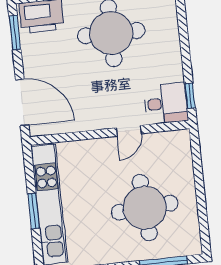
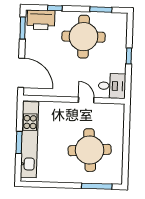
window: (190, 96) -> (129, 56), moved
door: (129, 131) -> (86, 100), swing flipped

